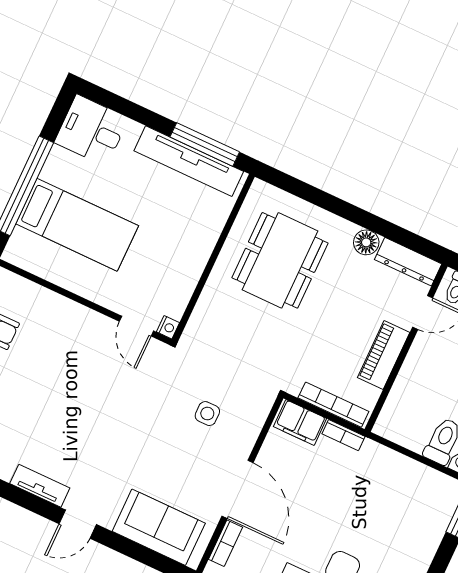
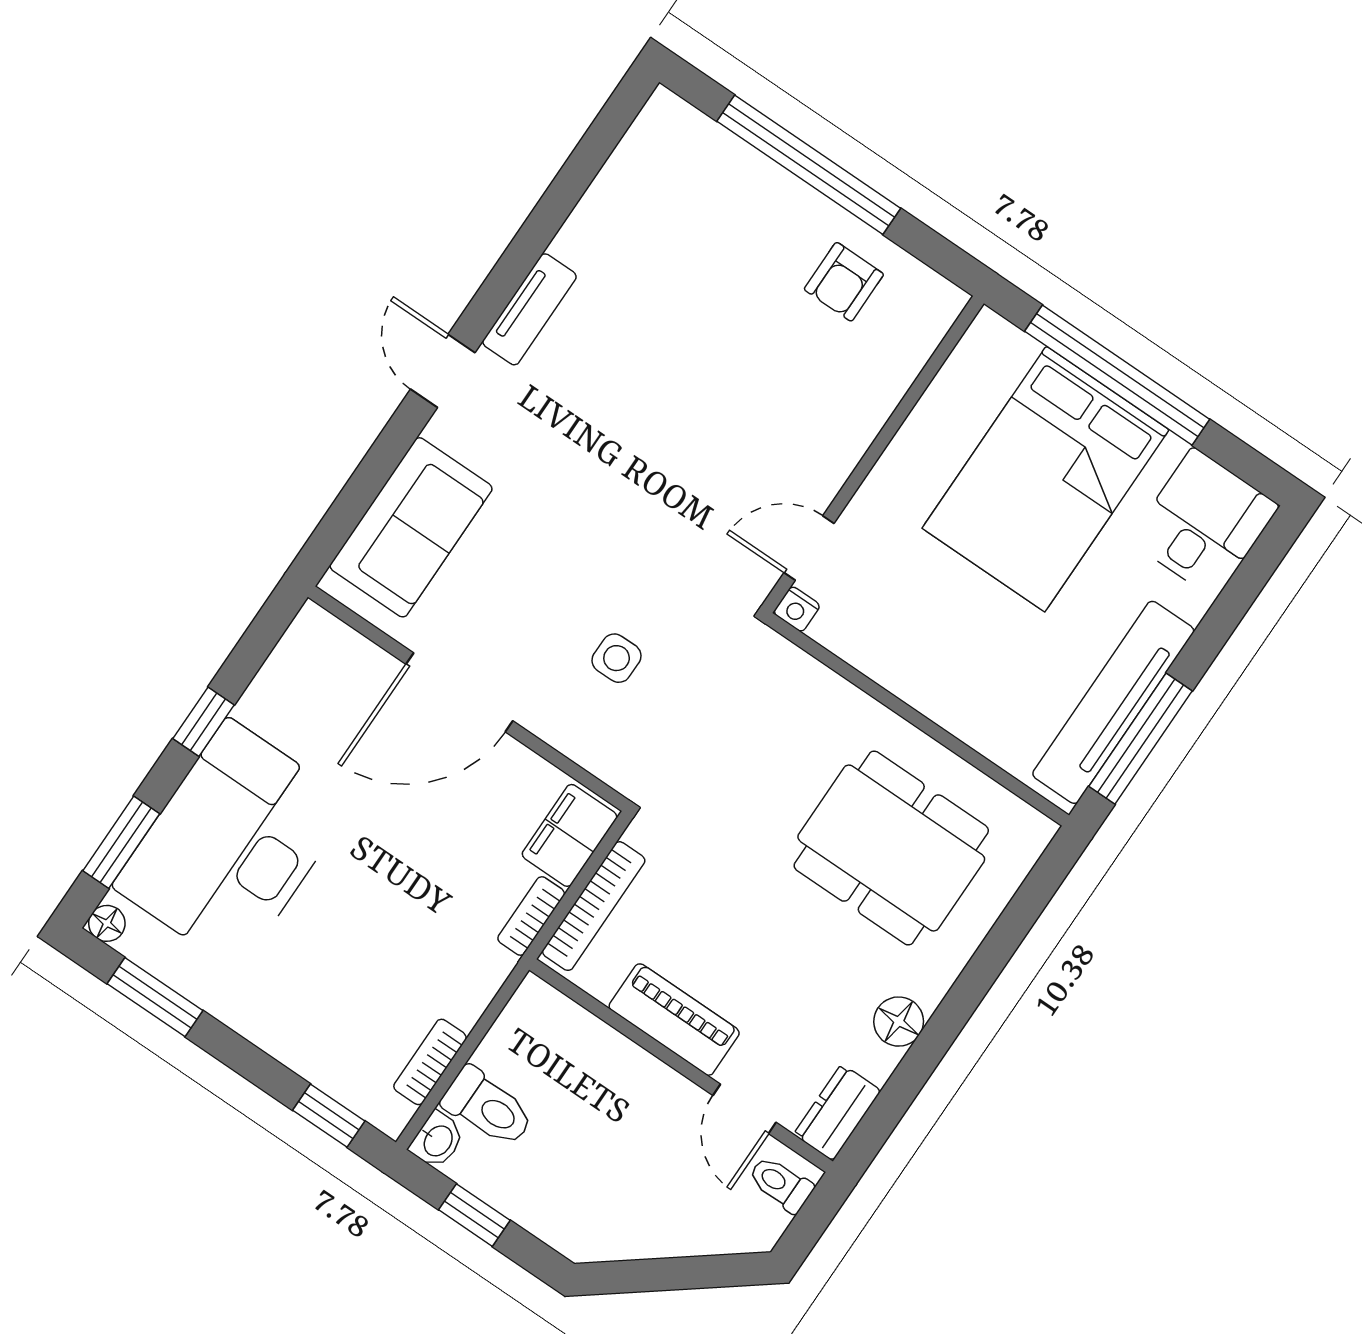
bed: (77, 225) -> (1046, 479), width x1.50
dresser: (408, 262) -> (837, 1112), width x0.70
bookcase: (225, 543) -> (430, 1062), moved, turned 90

